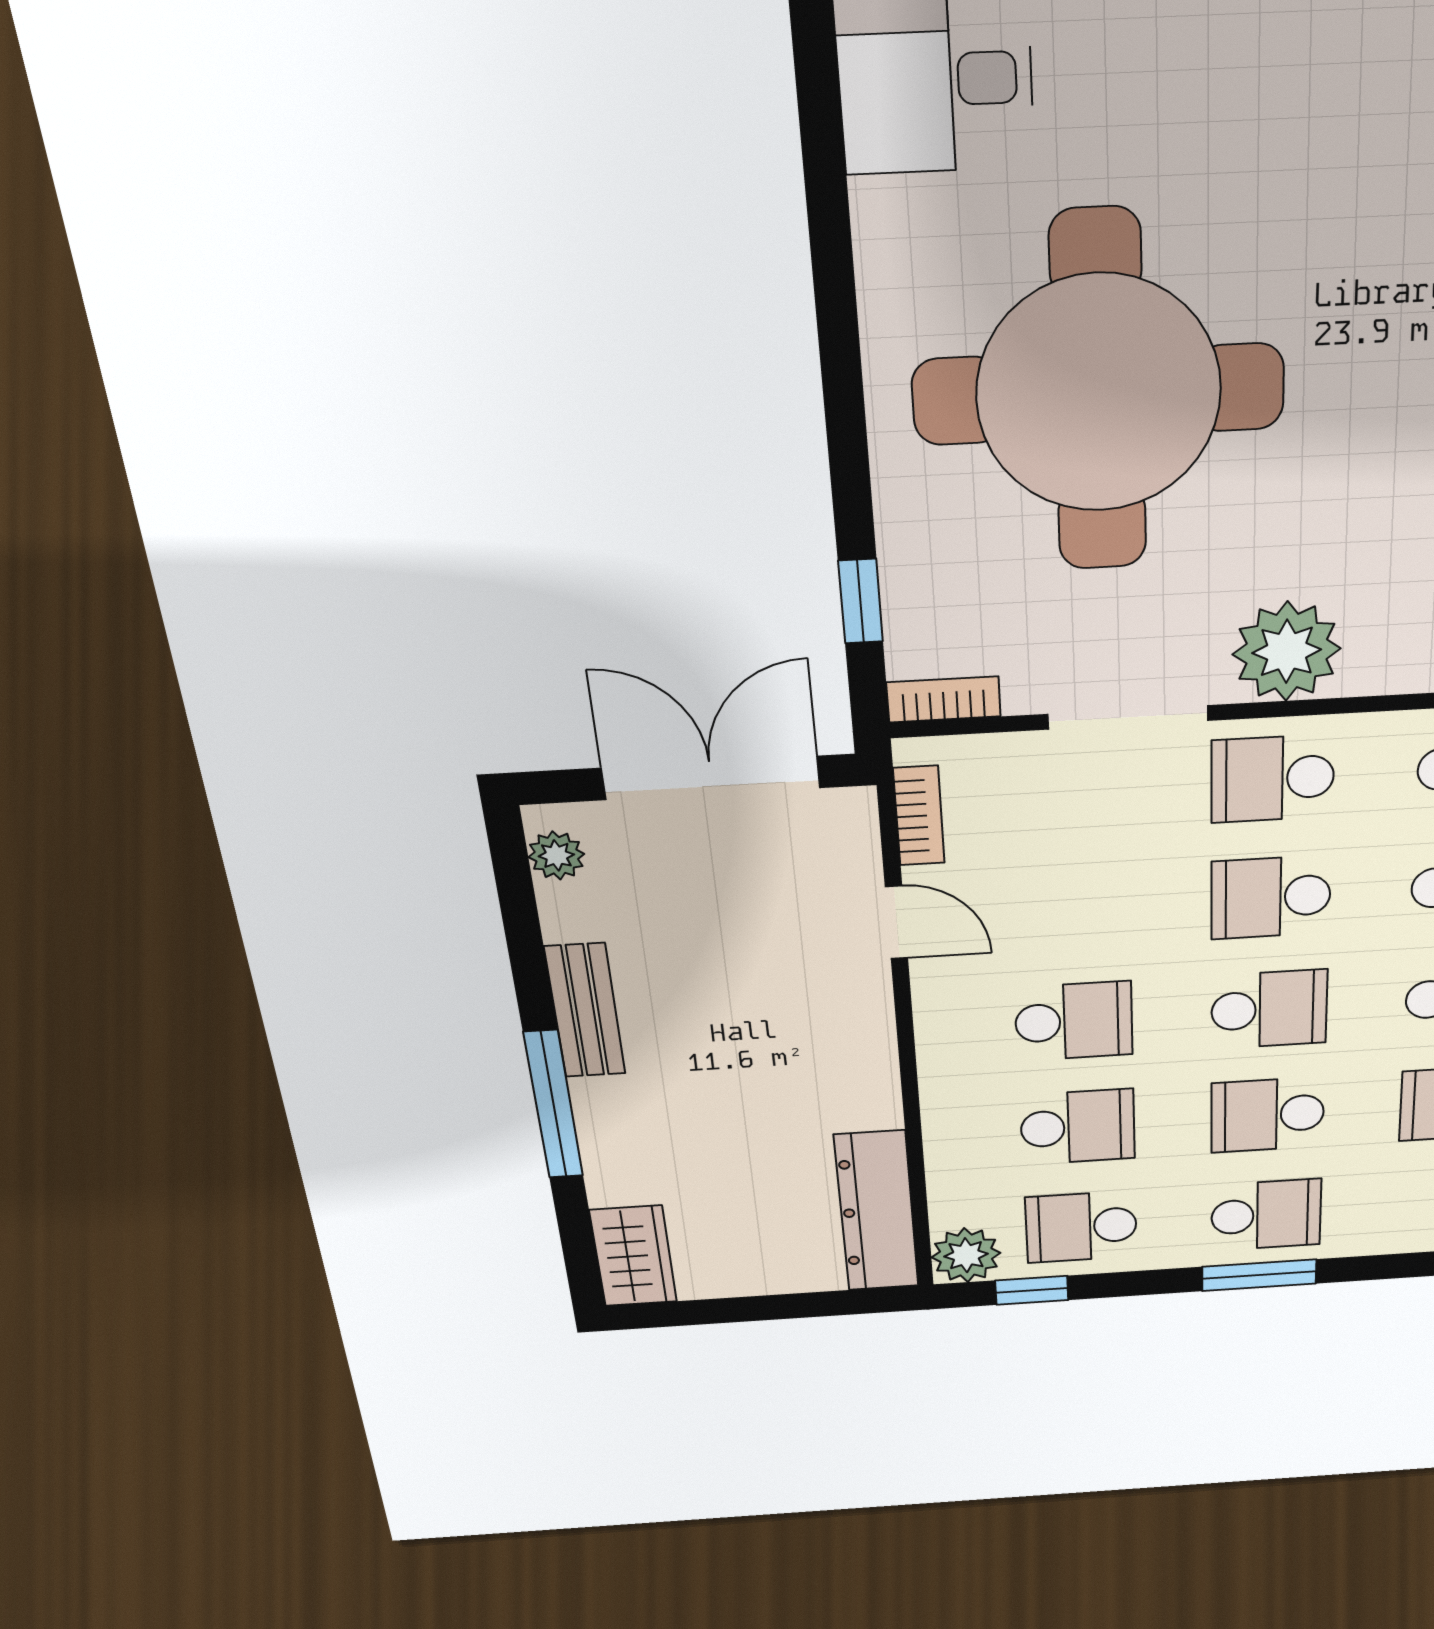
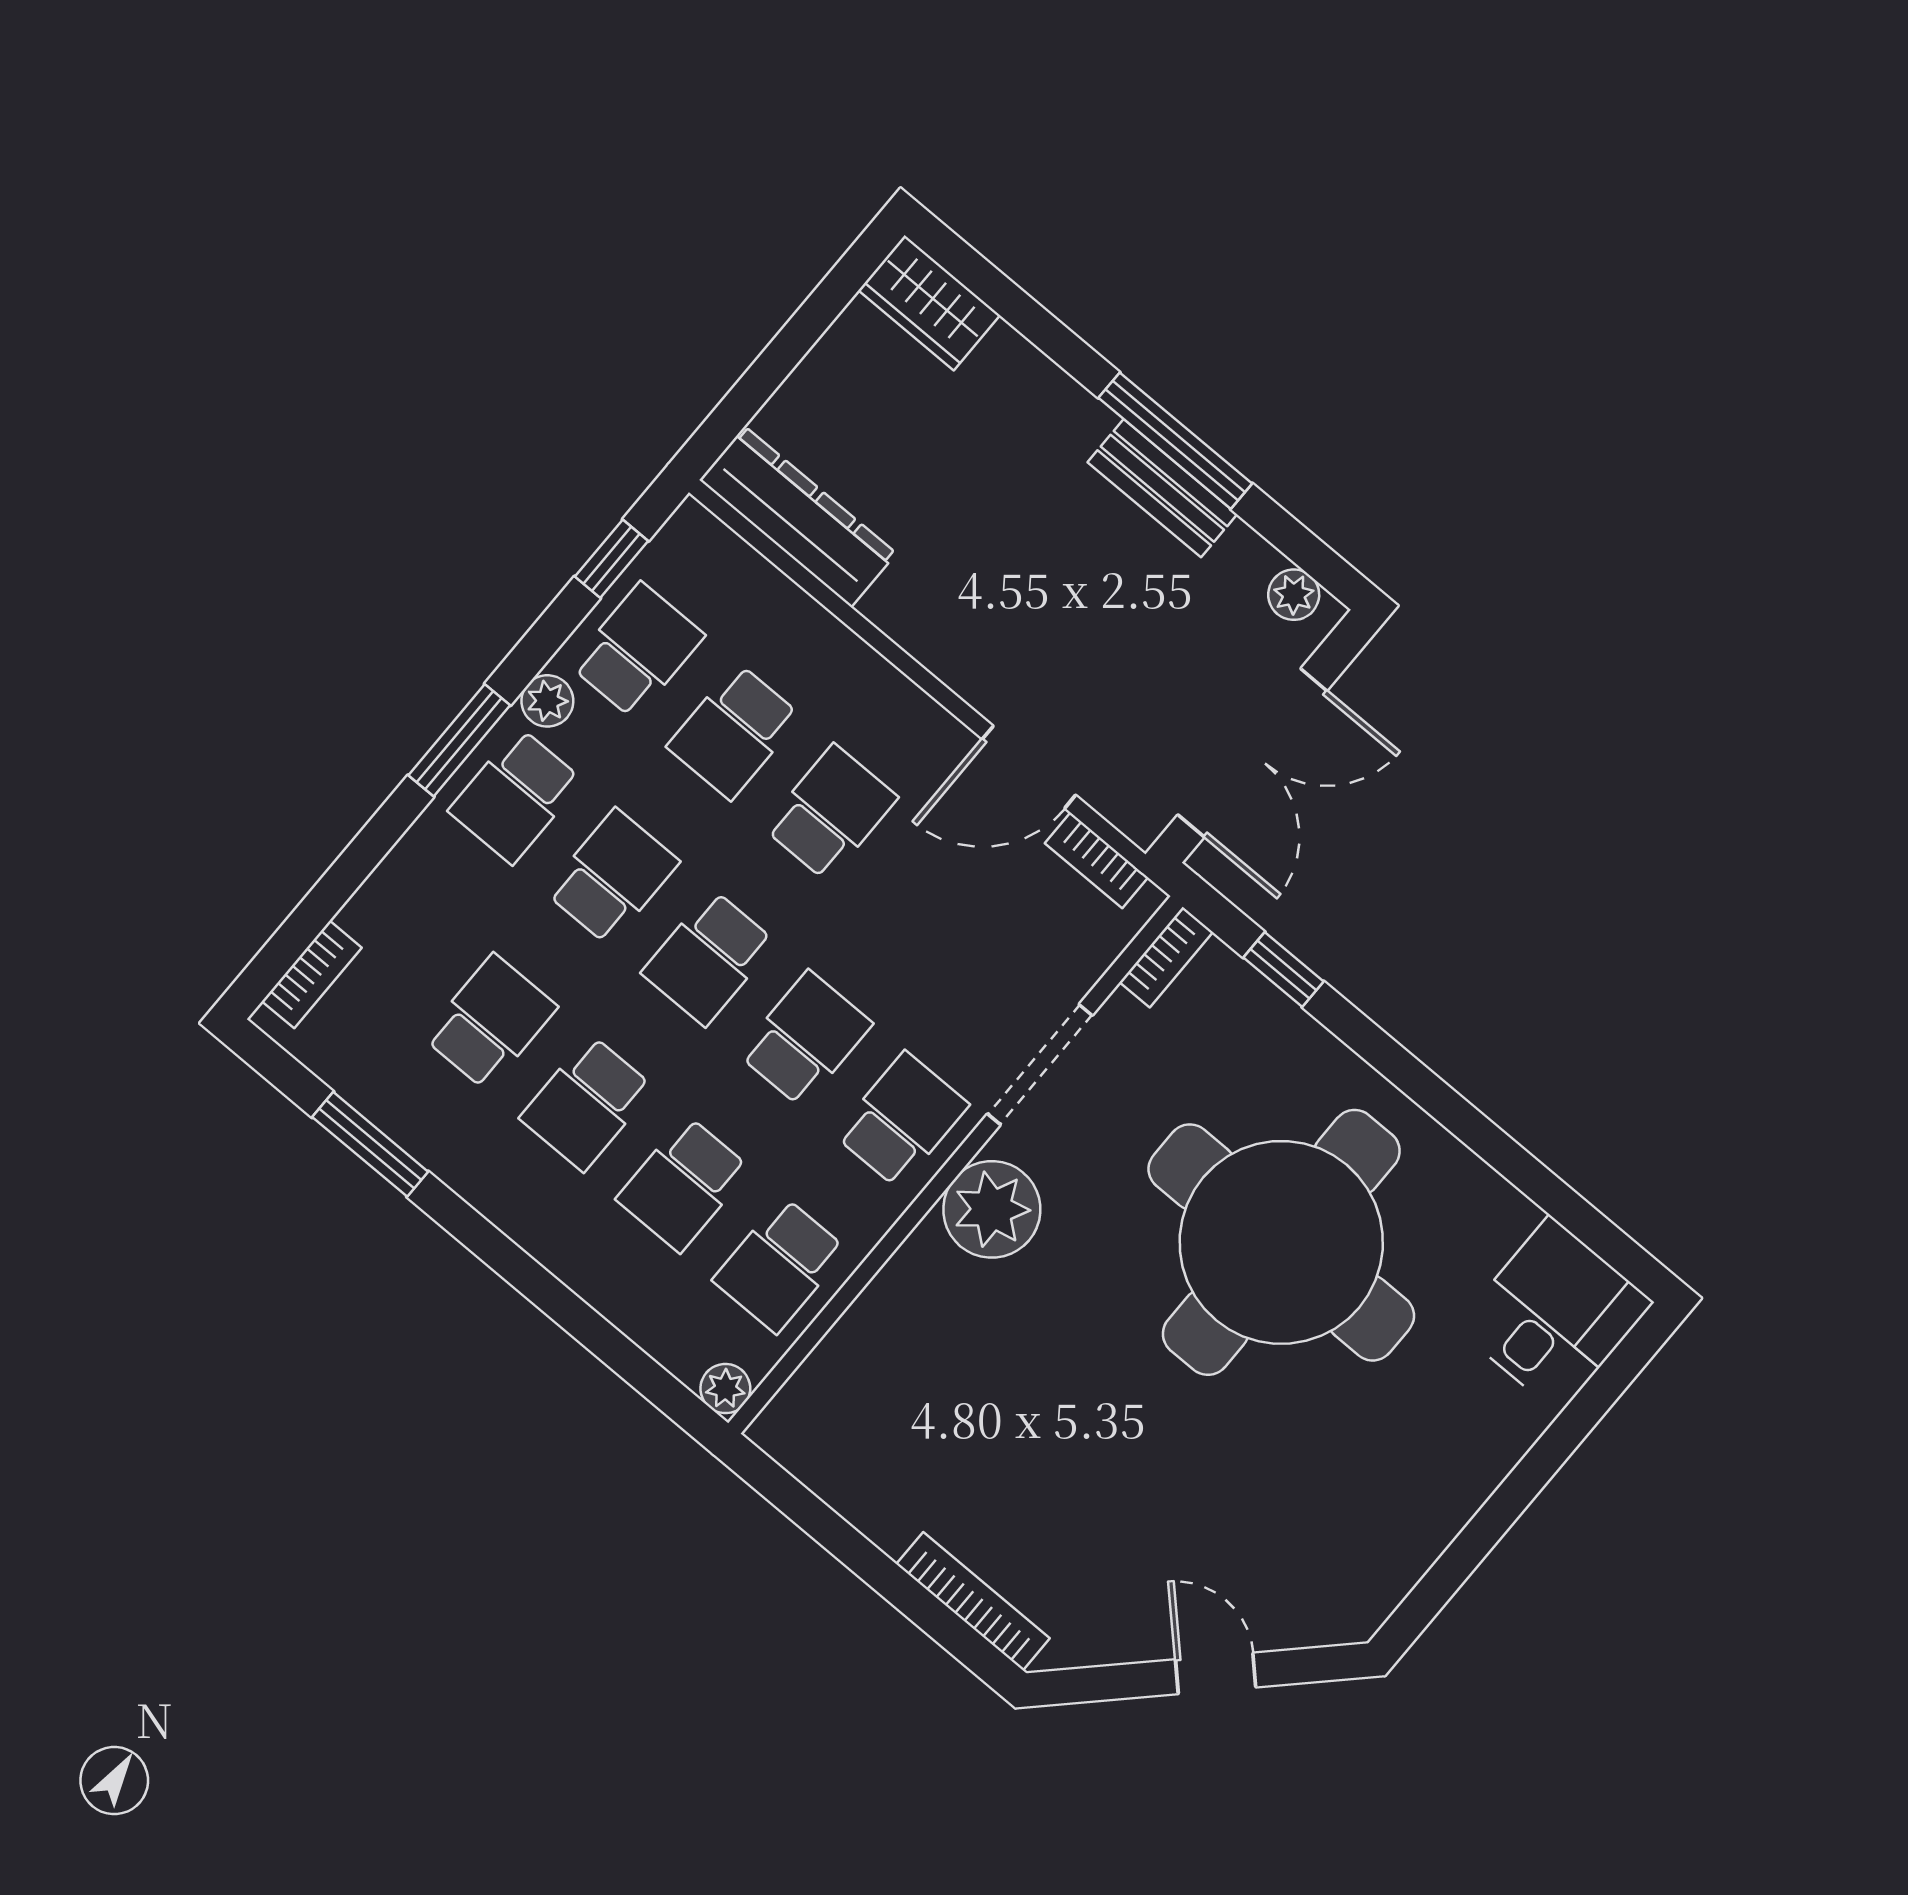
door: (896, 922) -> (1029, 767), width x1.37
school desk: (1074, 1021) -> (831, 812), turned 180
window: (554, 1105) -> (1175, 441), moved
plant: (966, 1255) -> (547, 701), moved, width x0.73, depth x0.73

